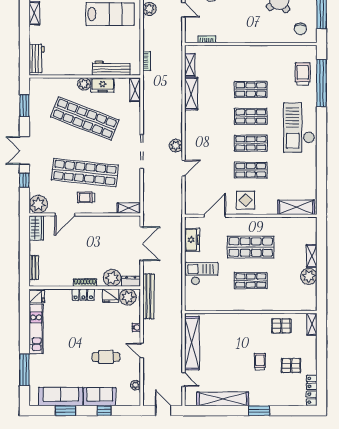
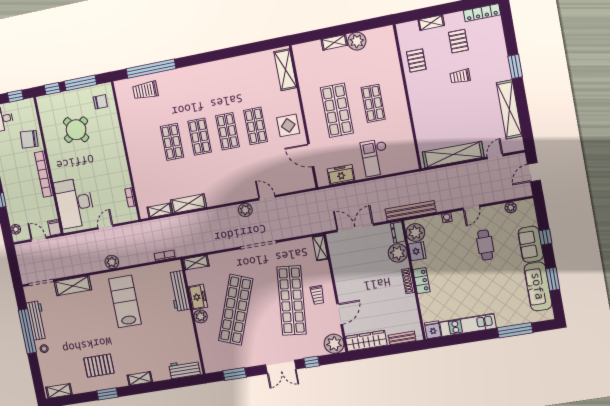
checkout: (299, 127) -> (201, 83), removed
door: (65, 215) -> (340, 314), hinge flipped
wardrobe: (36, 228) -> (366, 341), width x1.50
shelving: (312, 324) -> (431, 23), moved

